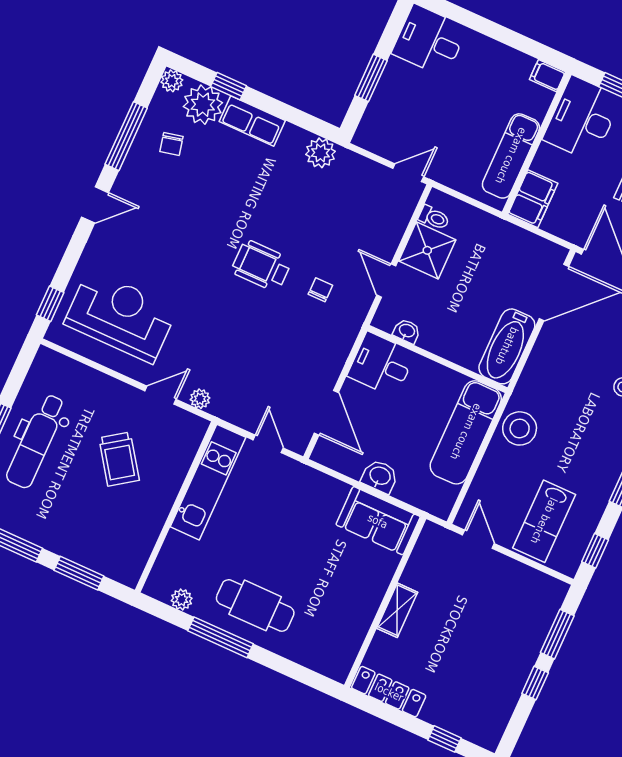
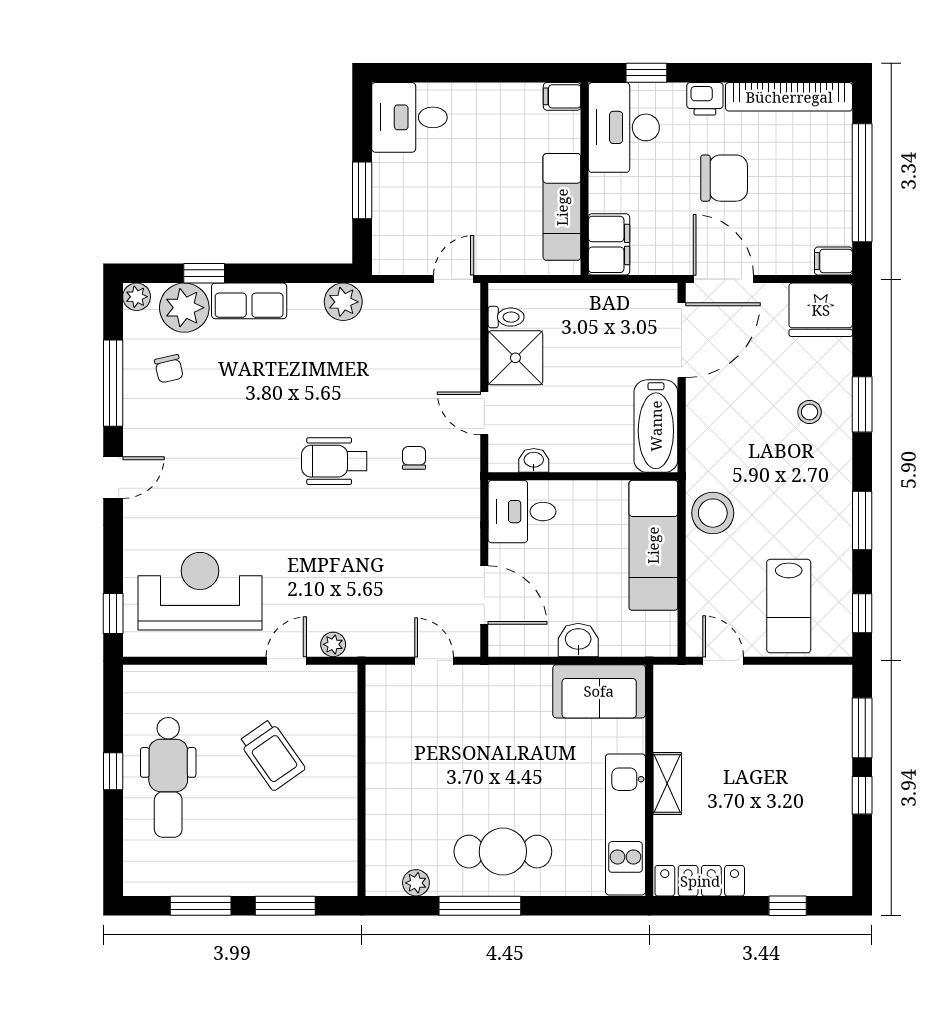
kitchen unit: (208, 482) -> (625, 824), moved, turned 180

